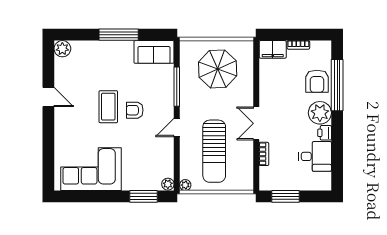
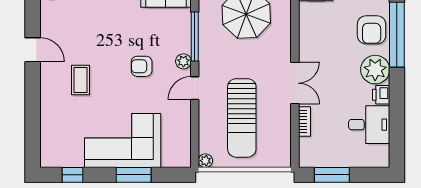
coffee table: (108, 107) -> (81, 80), moved, width x0.73, depth x0.77
double door: (256, 123) -> (295, 83), swing flipped
corner sofa: (91, 169) -> (123, 141), moved
plant: (168, 184) -> (183, 61), moved
window: (80, 196) -> (72, 175), added
window: (144, 196) -> (134, 175), moved

